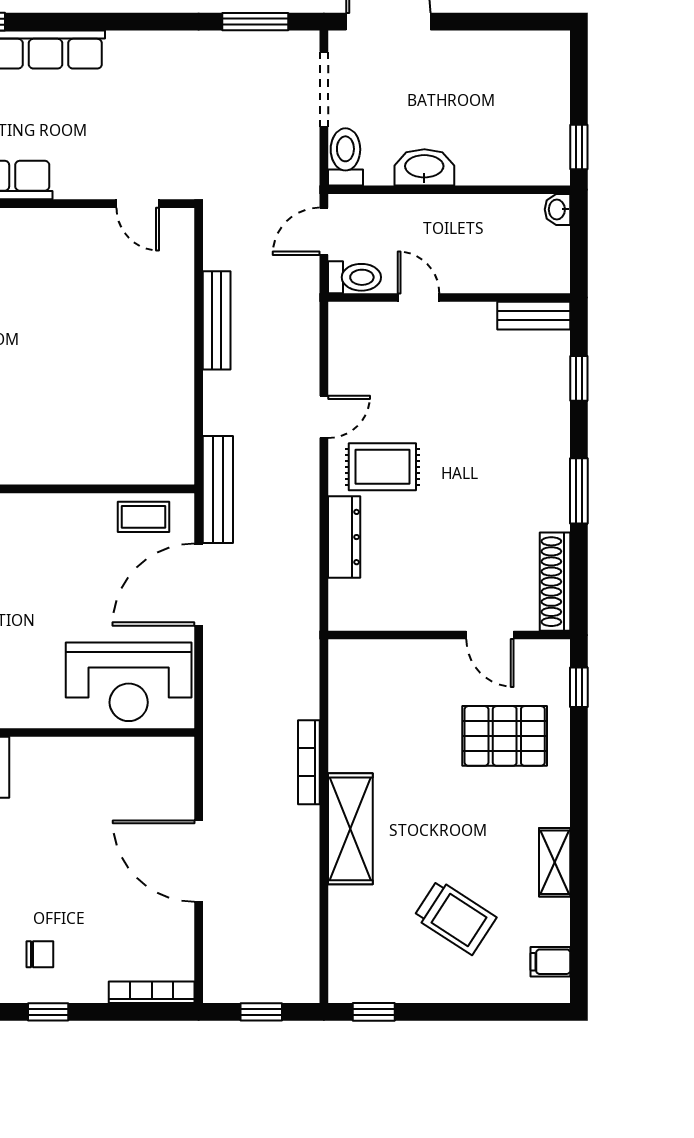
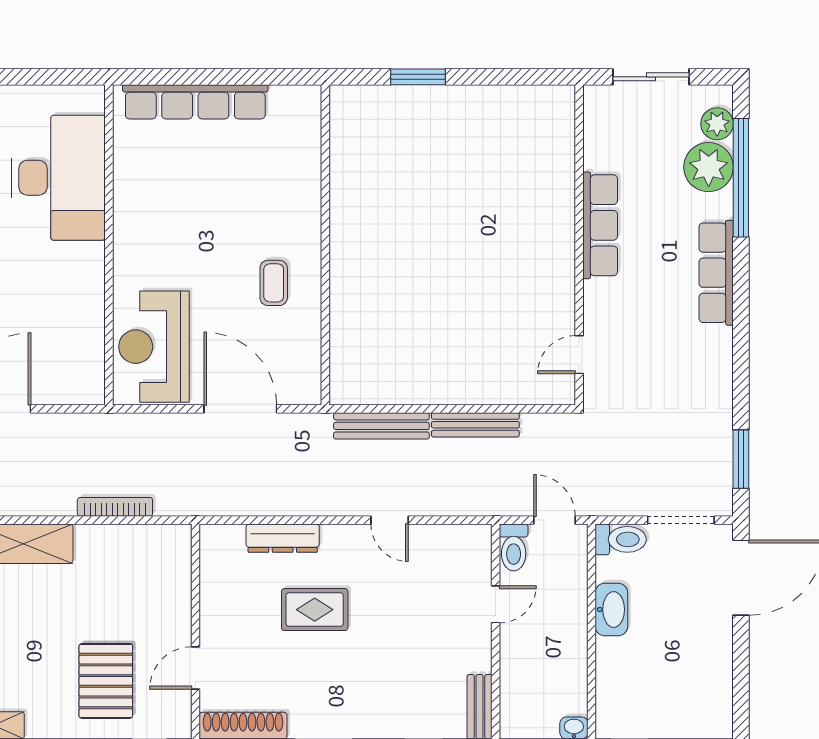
rug: (382, 467) -> (315, 610), moved, turned 90
bench: (218, 489) -> (381, 426), moved
coffee table: (143, 517) -> (274, 283), moved
bookcase: (309, 762) -> (115, 507), moved

